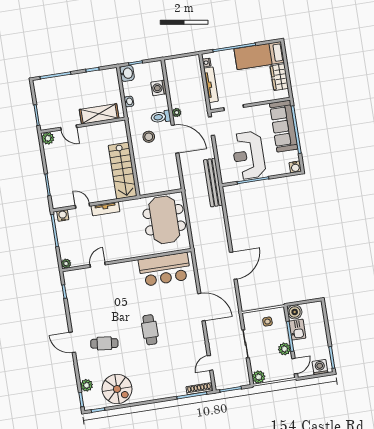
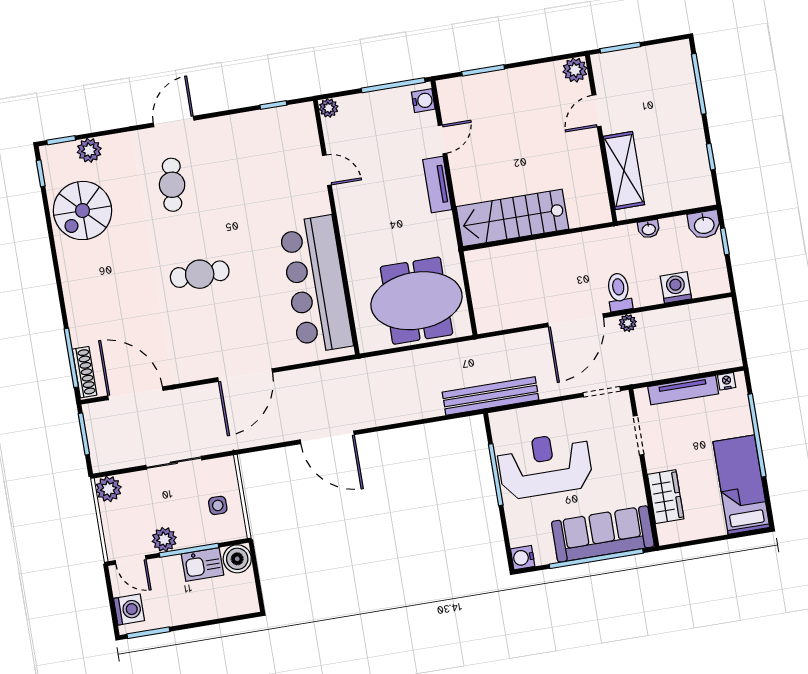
wardrobe: (279, 77) -> (666, 497), moved, turned 90
stool: (149, 137) -> (580, 268), removed
bar counter: (165, 269) -> (316, 285), width x1.36
door: (210, 363) -> (135, 393), width x1.87

